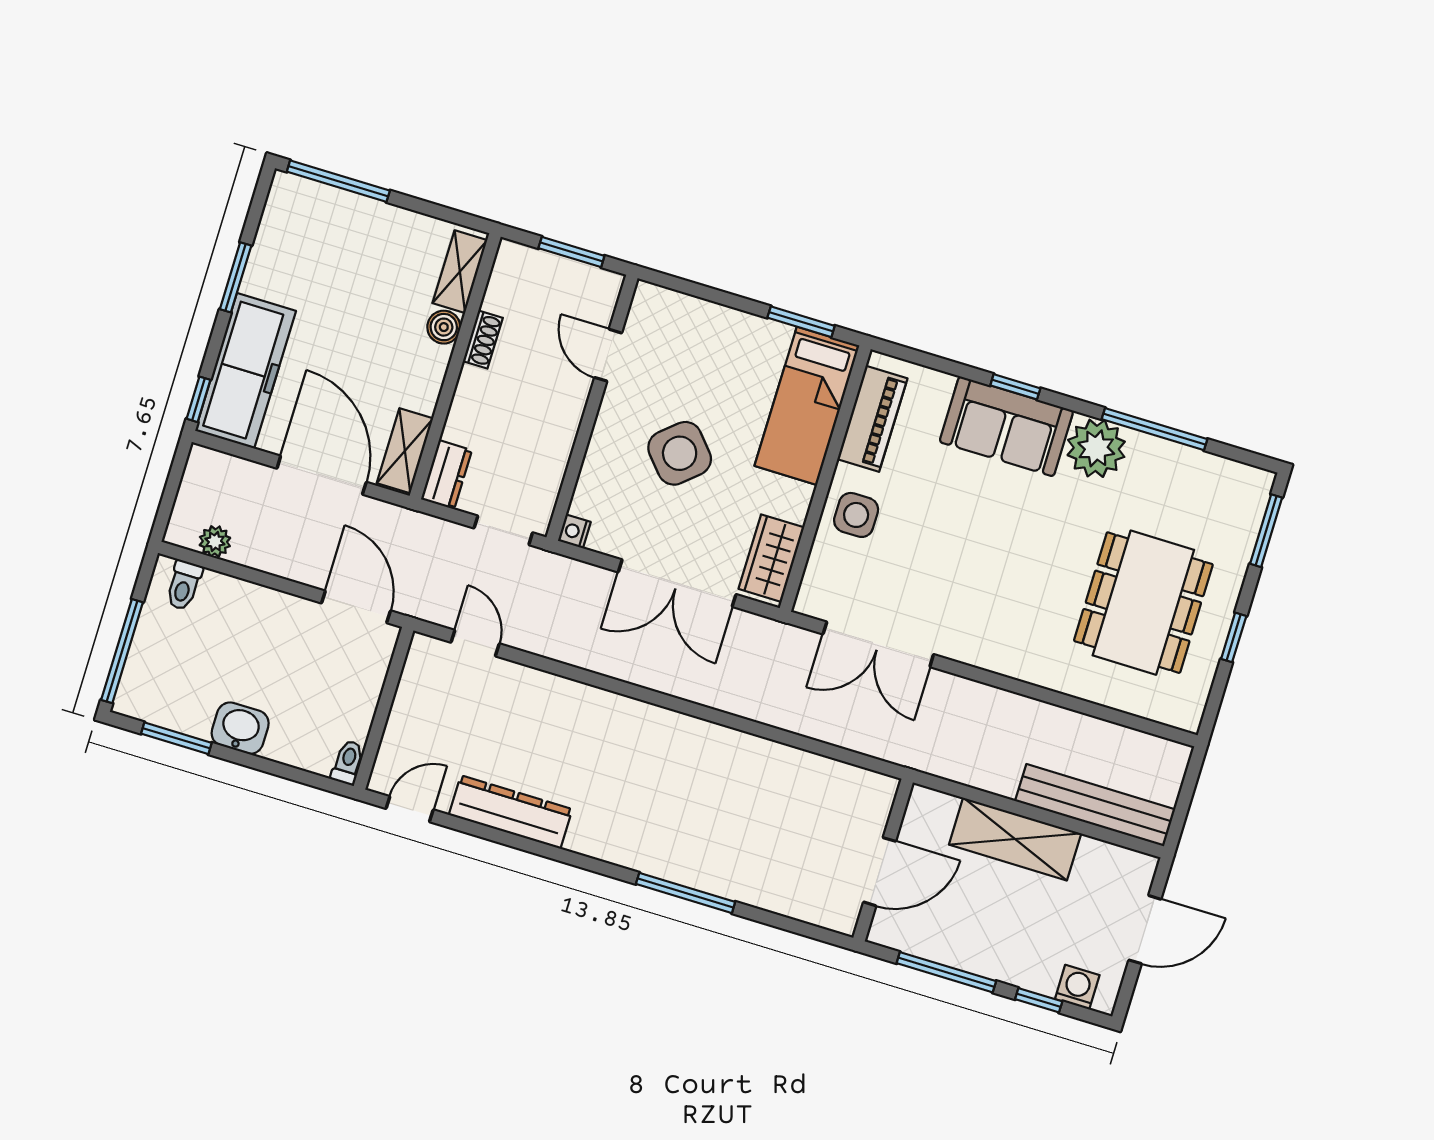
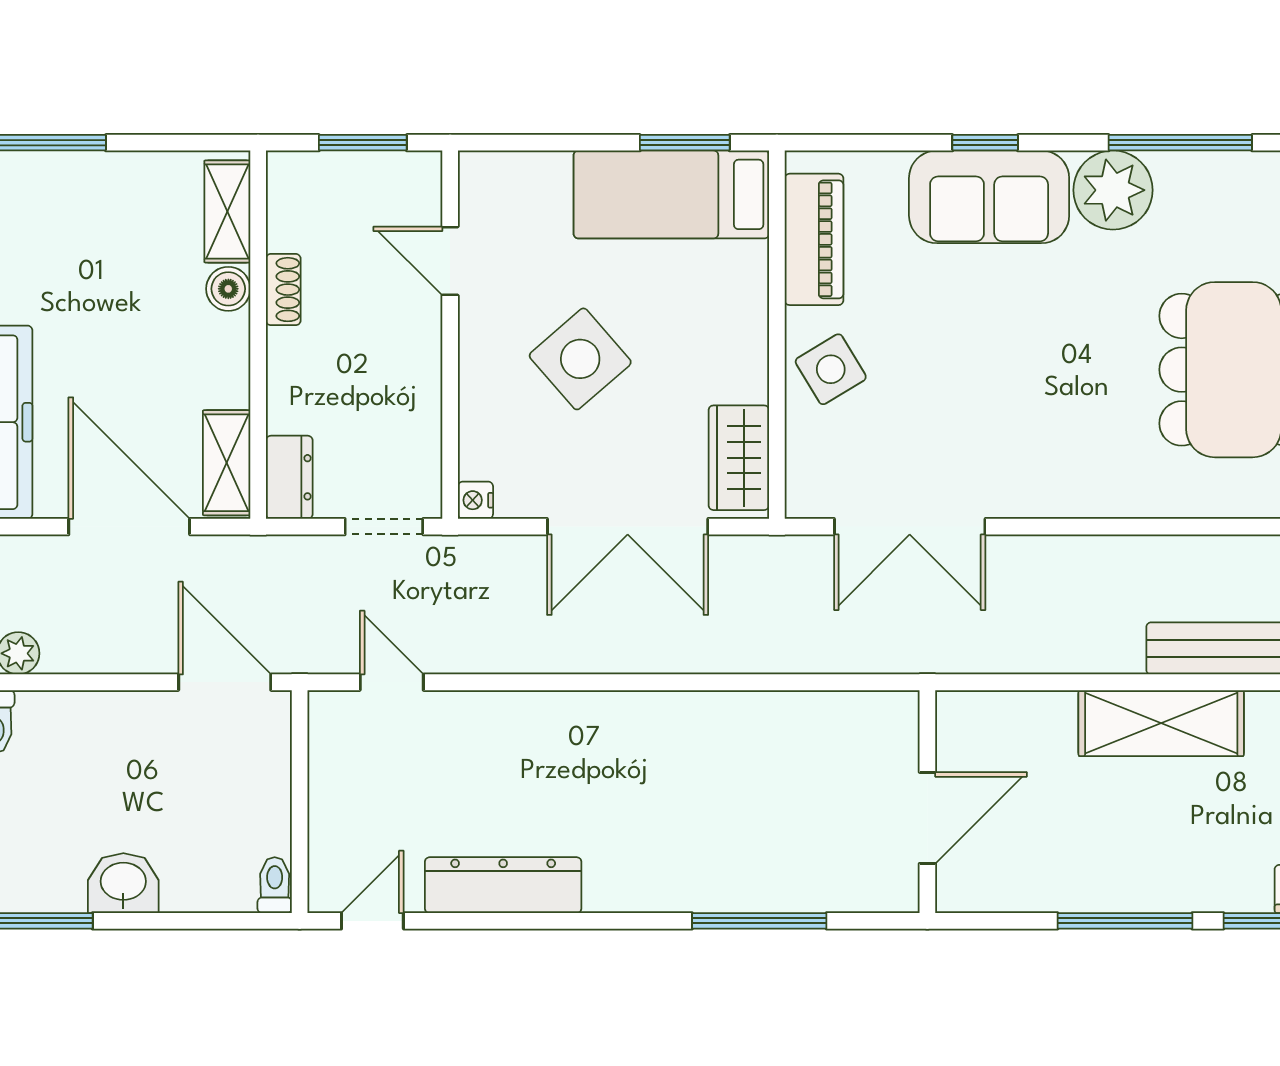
bed: (807, 406) -> (671, 194), moved, turned 90
side table: (856, 515) -> (831, 369), turned -31
wall: (883, 860) -> (927, 802), moved
door: (880, 872) -> (927, 818), moved

